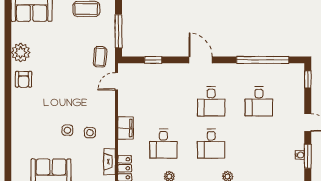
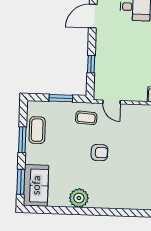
window: (119, 31) -> (61, 98), width x0.69
armchair: (24, 79) -> (99, 153), moved

